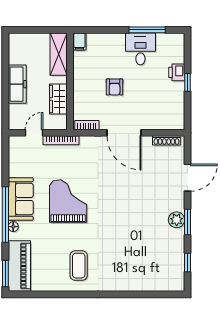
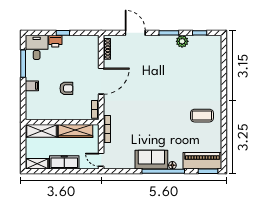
filing cabinet: (79, 41) -> (32, 86), moved
shelving: (15, 48) -> (37, 164), added
desk: (140, 49) -> (37, 47), moved, turned 90
wardrobe: (58, 99) -> (76, 131), width x1.50
door: (34, 133) -> (101, 160), moved
grand piano: (68, 201) -> (153, 124), removed
plant: (177, 220) -> (182, 41), moved

